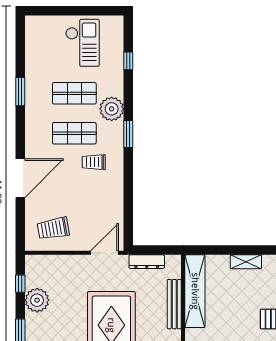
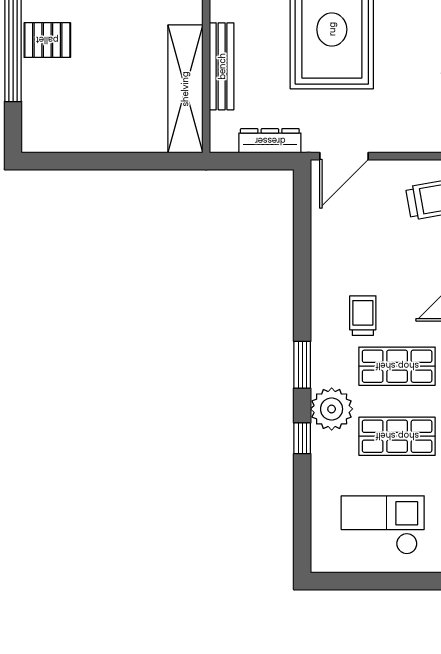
checkout: (82, 43) -> (383, 525), turned 90
window: (128, 61) -> (302, 438), moved
trolley: (94, 162) -> (363, 316), turned -90
shelving: (246, 262) -> (96, 141), removed

